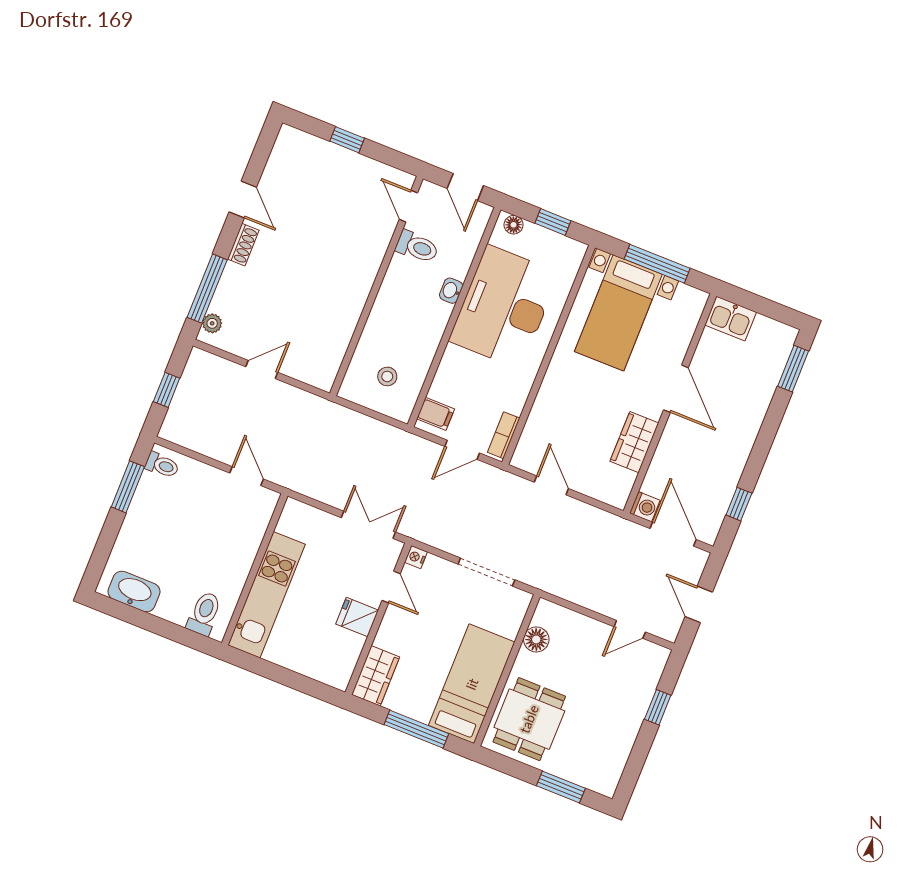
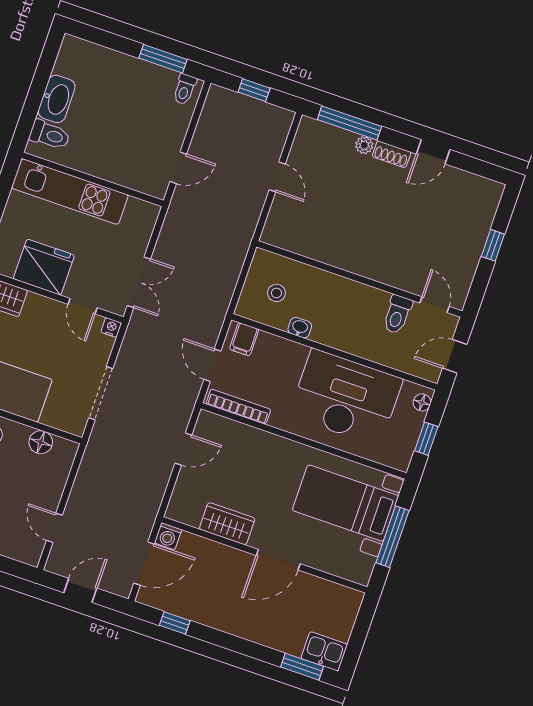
door: (408, 206) -> (434, 305), hinge flipped
washbasin: (451, 291) -> (300, 328), moved
kitchen sink: (731, 319) -> (324, 651), moved, turned 90
plant: (212, 323) -> (364, 145), moved
bookcase: (504, 435) -> (238, 407), width x1.56
door: (391, 587) -> (83, 306), hinge flipped
washbasin: (134, 592) -> (57, 99), moved
fridge: (357, 617) -> (44, 267), width x1.88, depth x1.34

